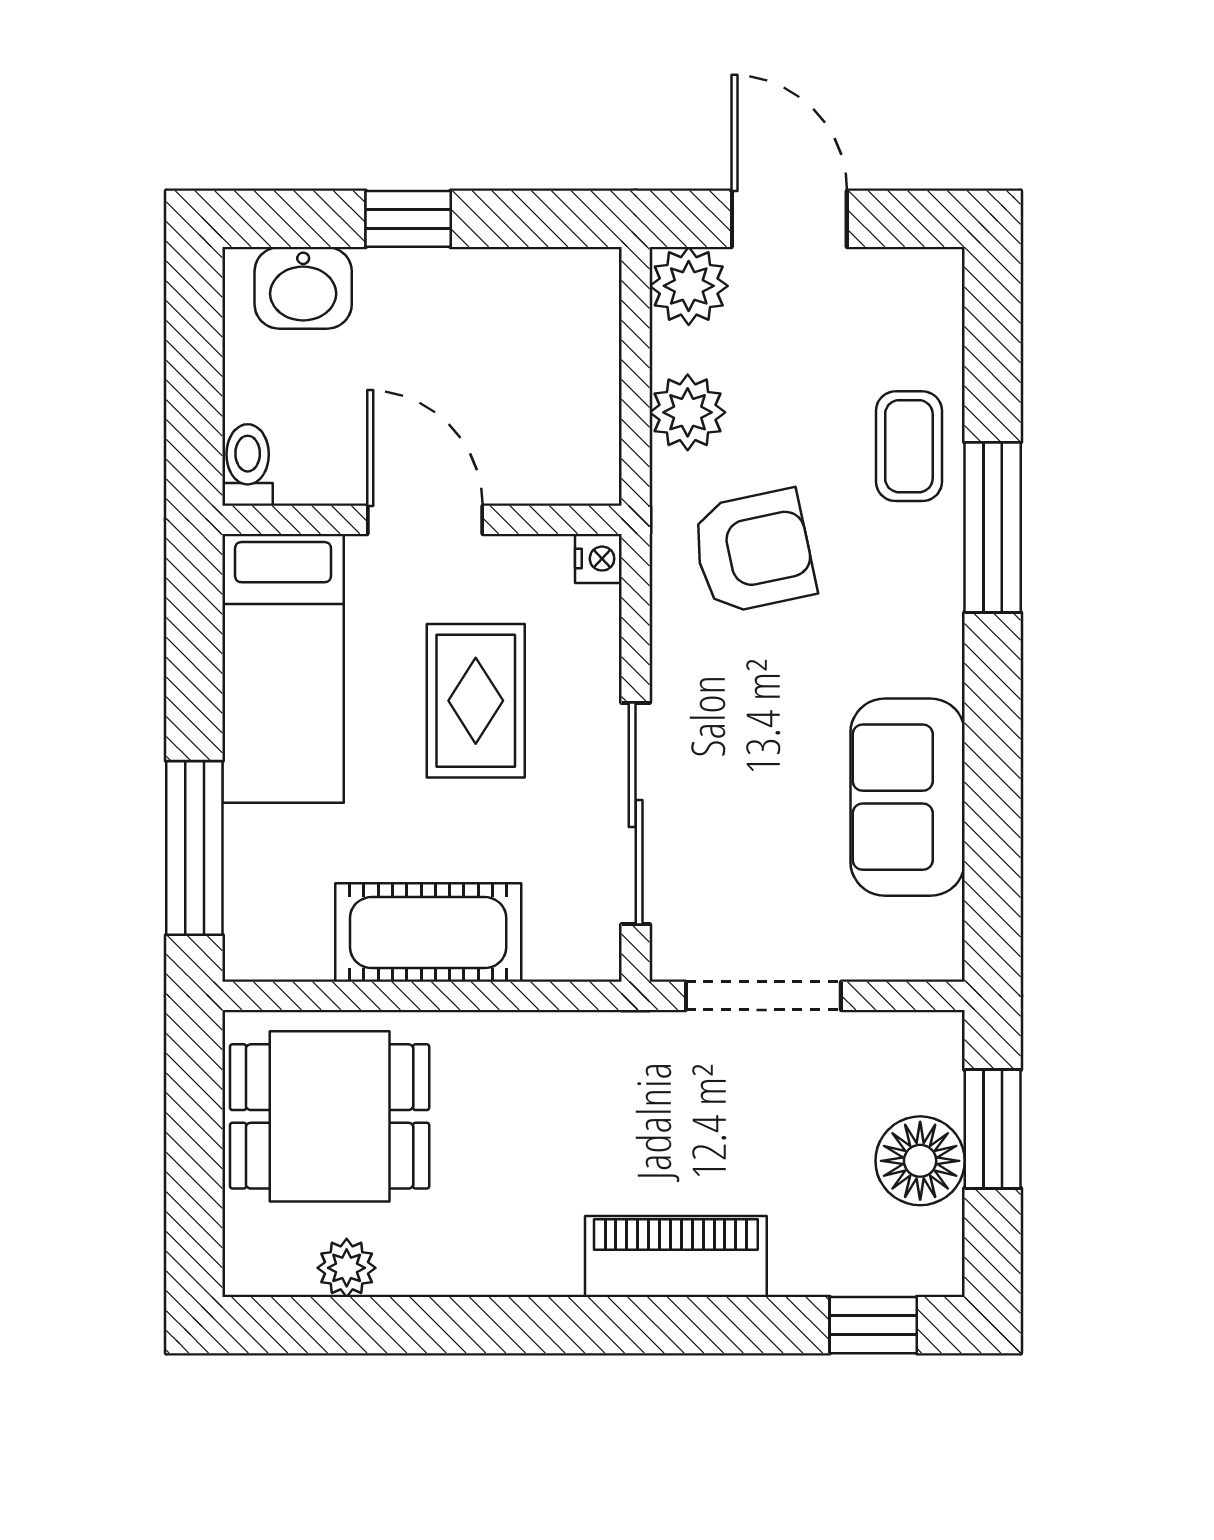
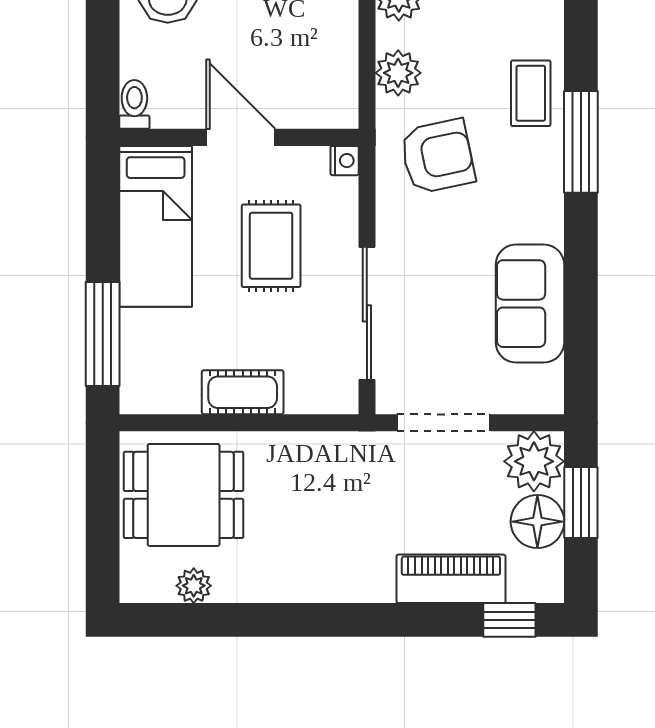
cot: (428, 933) -> (243, 392), width x0.73, depth x0.75
plant: (914, 1060) -> (534, 461), added
piano: (676, 1256) -> (451, 579), moved

